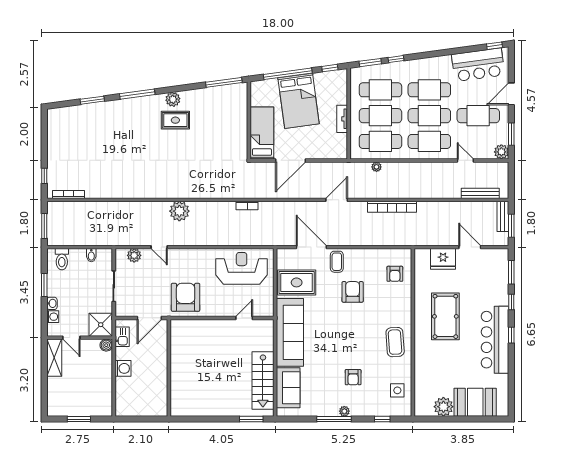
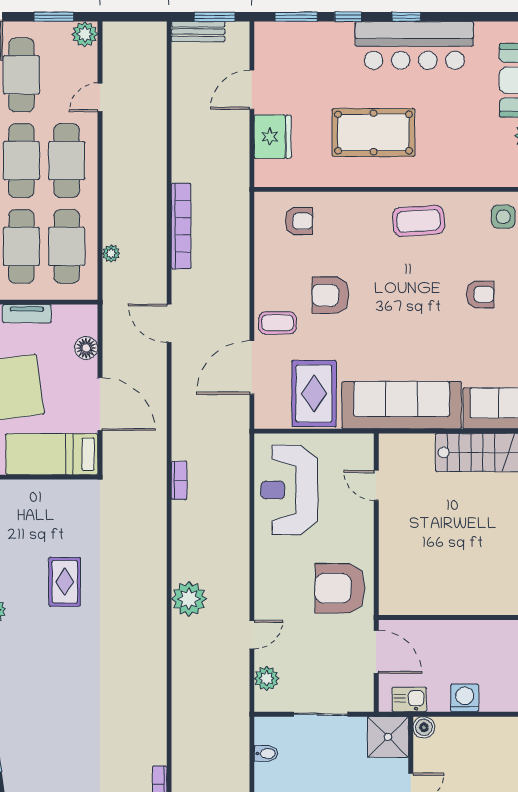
rug: (175, 120) -> (65, 582), moved
floor lamp: (322, 153) -> (86, 348), added
bench: (480, 193) -> (158, 71), removed

